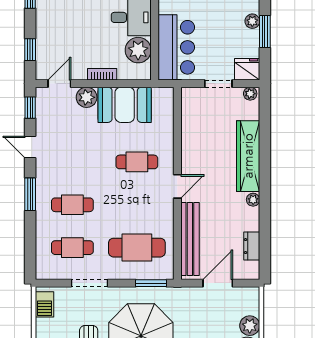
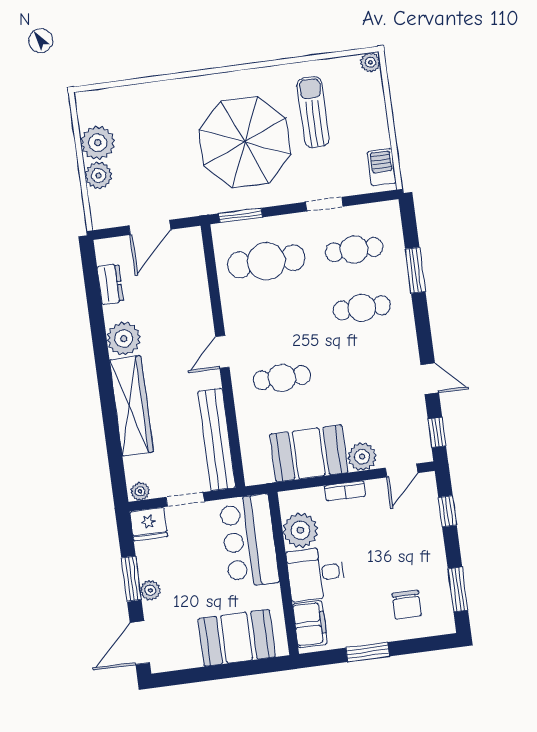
window: (30, 194) -> (415, 270), moved
plant: (253, 200) -> (124, 339), width x1.88, depth x1.88
bench: (190, 239) -> (217, 440), moved
doorway: (89, 283) -> (324, 204), width x0.73

